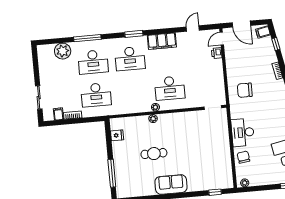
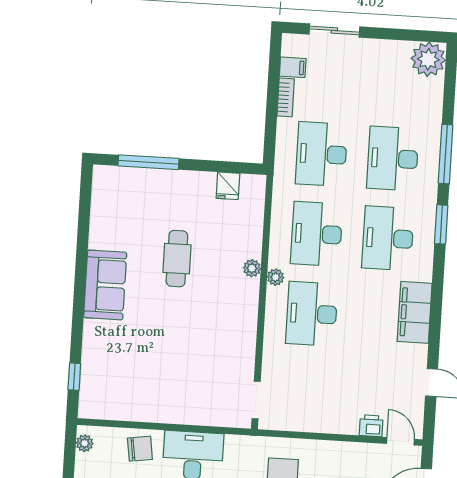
window: (134, 34) -> (441, 224), moved
plant: (63, 51) -> (428, 59), moved
desk: (133, 91) -> (317, 234), added

